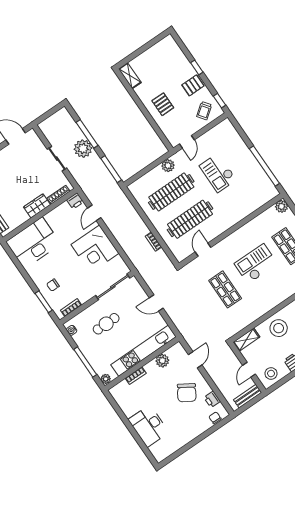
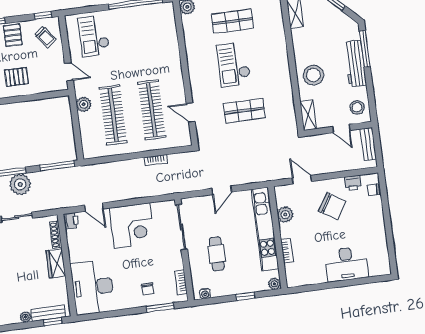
checkout: (218, 173) -> (94, 36), moved, turned 90
window: (85, 362) -> (246, 296), width x0.46

